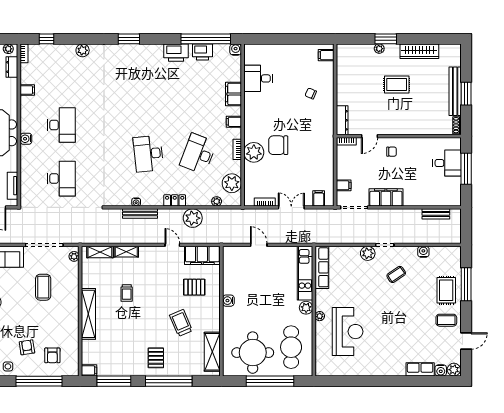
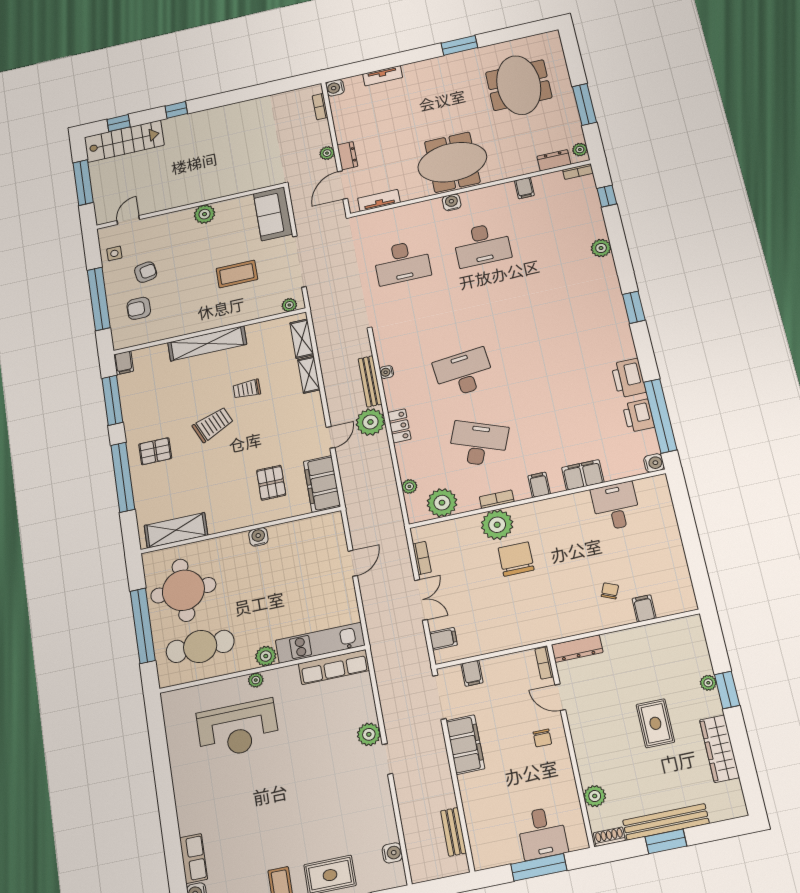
filing cabinet: (326, 55) -> (644, 608), moved
plant: (432, 129) -> (595, 796), added
plant: (193, 218) -> (370, 422), moved
water cooler: (423, 252) -> (392, 853), moved
coffee table: (396, 274) -> (342, 787), removed
trolley: (181, 323) -> (213, 425), moved

